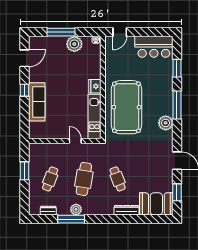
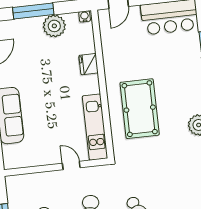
fridge: (95, 86) -> (89, 64), moved
pool table: (126, 107) -> (140, 109), width x0.73, depth x0.76

